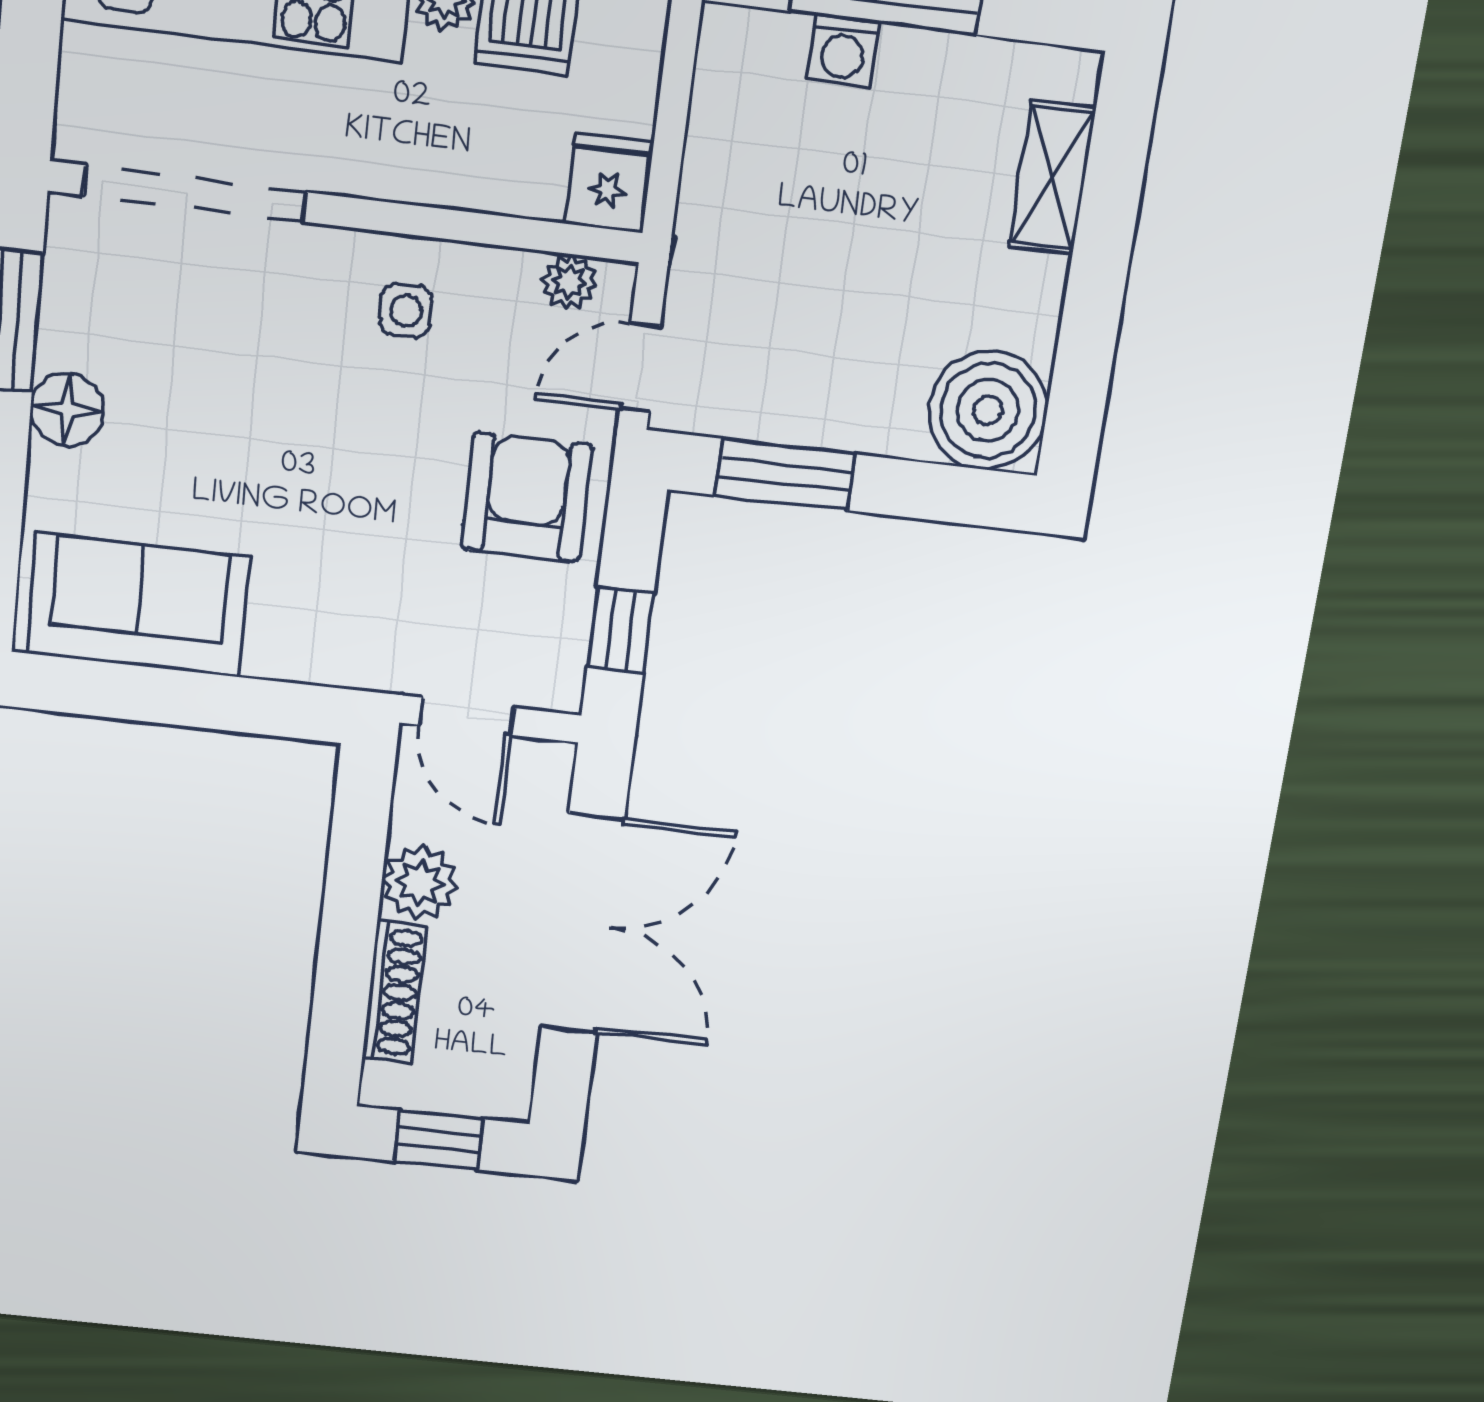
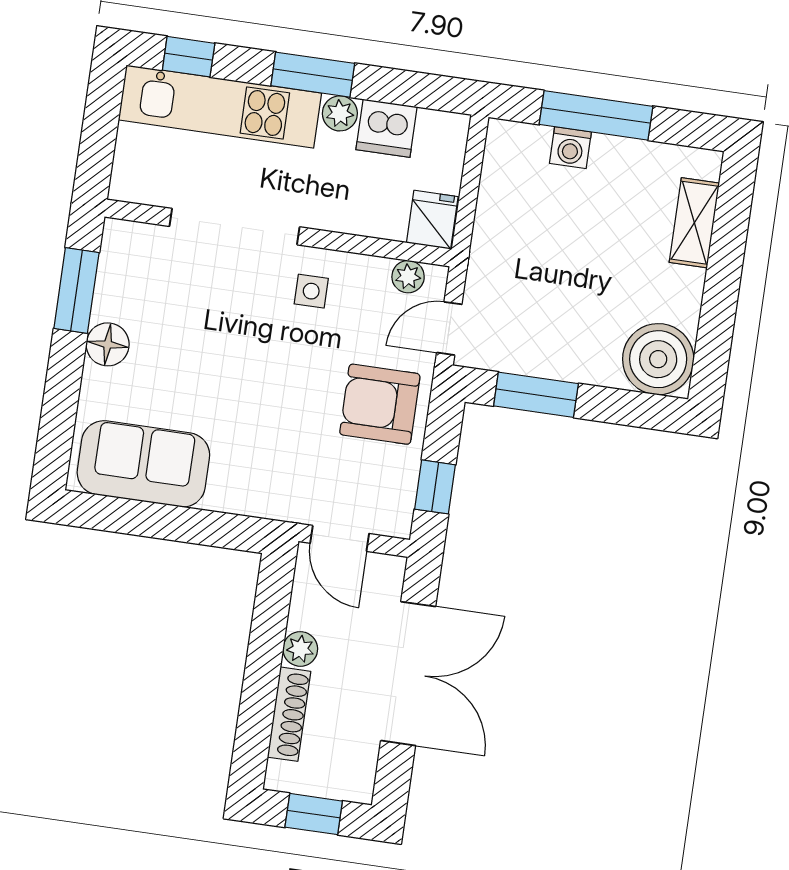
doorway: (195, 194) -> (235, 227), moved
armchair: (527, 497) -> (380, 404), turned -90
plant: (420, 883) -> (300, 649), width x0.73, depth x0.73

